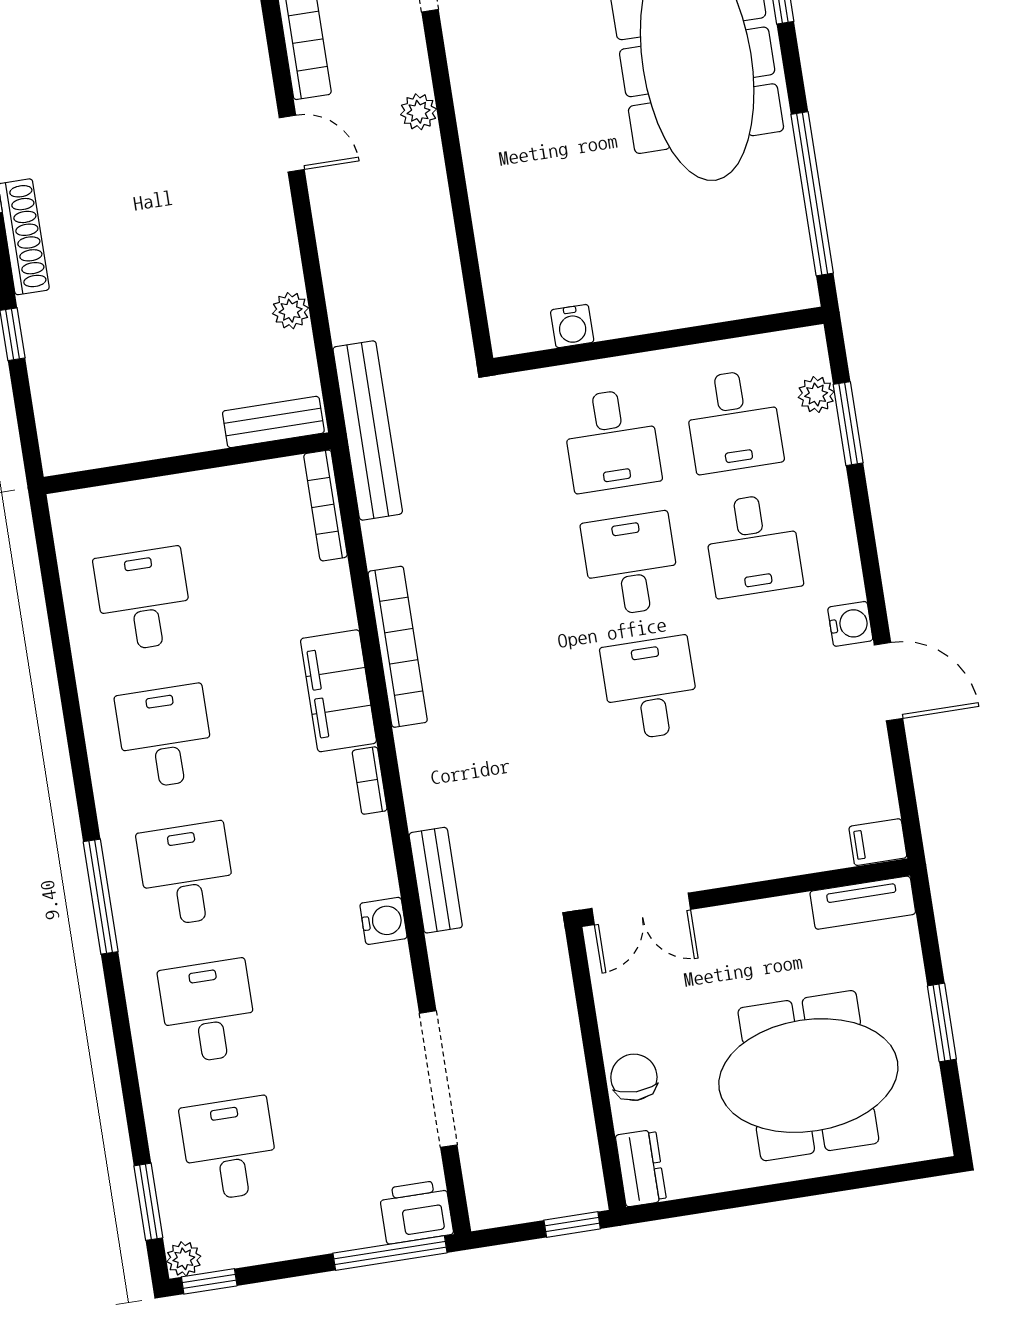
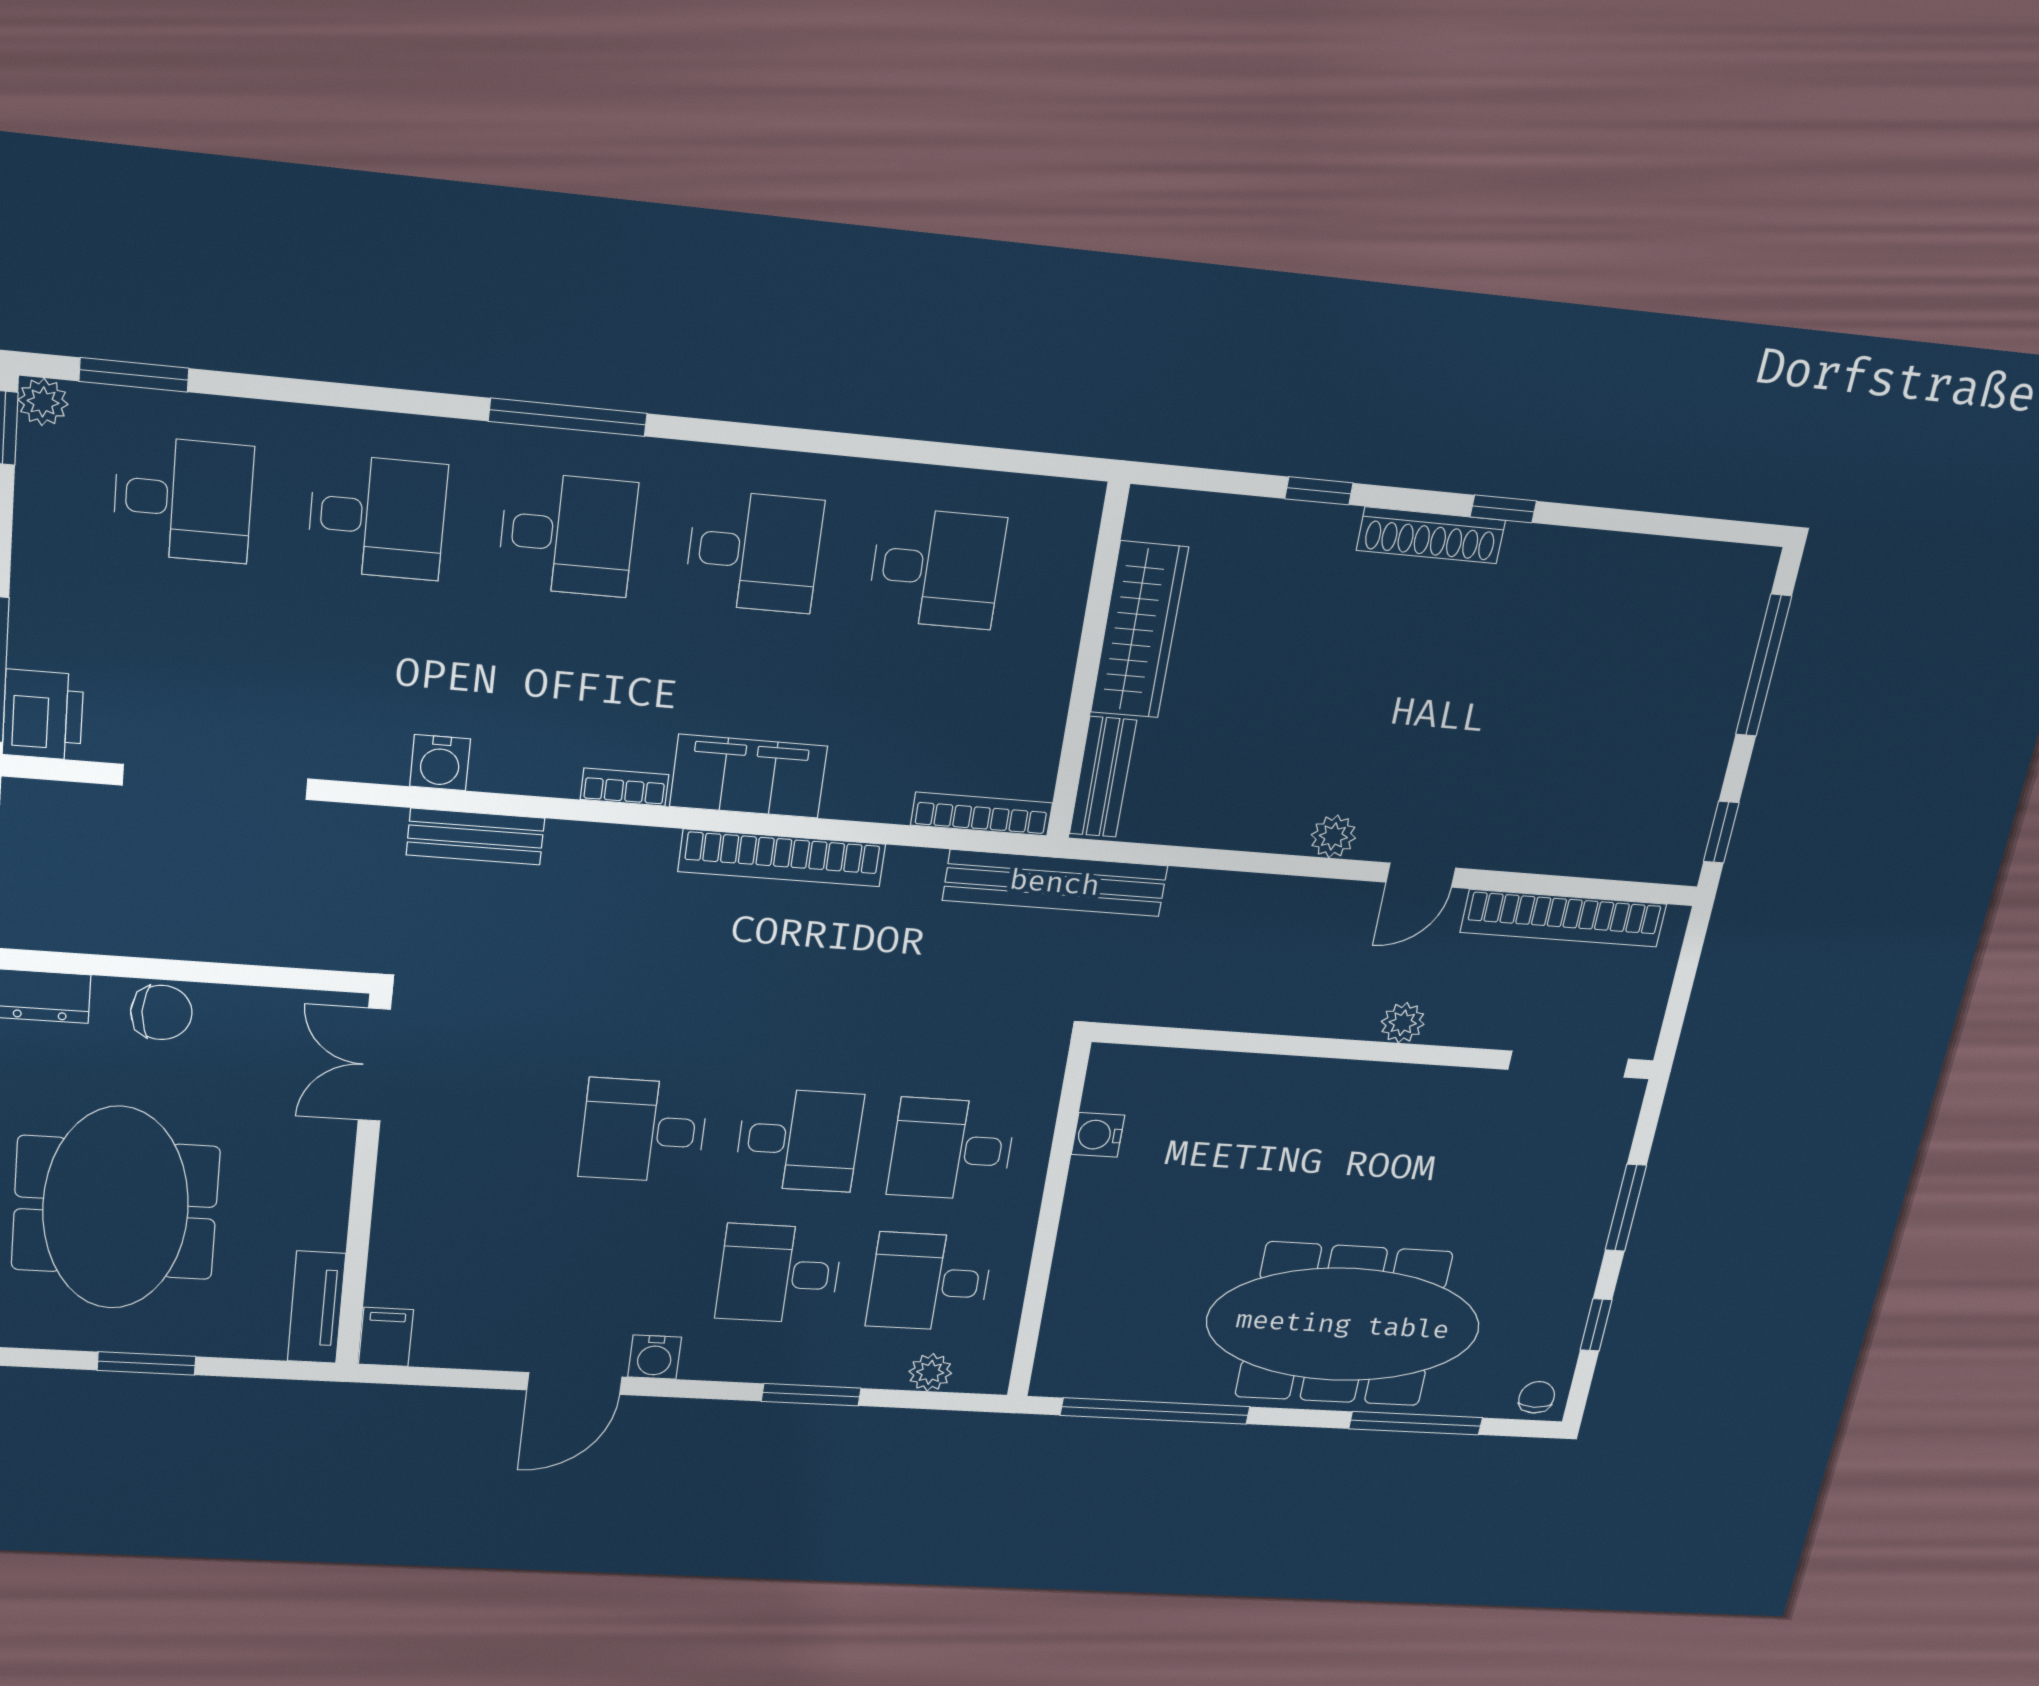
plant: (291, 311) -> (1333, 836), moved
window: (848, 424) -> (811, 1395), moved
wardrobe: (152, 433) -> (1139, 630), added
desk: (650, 688) -> (643, 1131), turned 180

